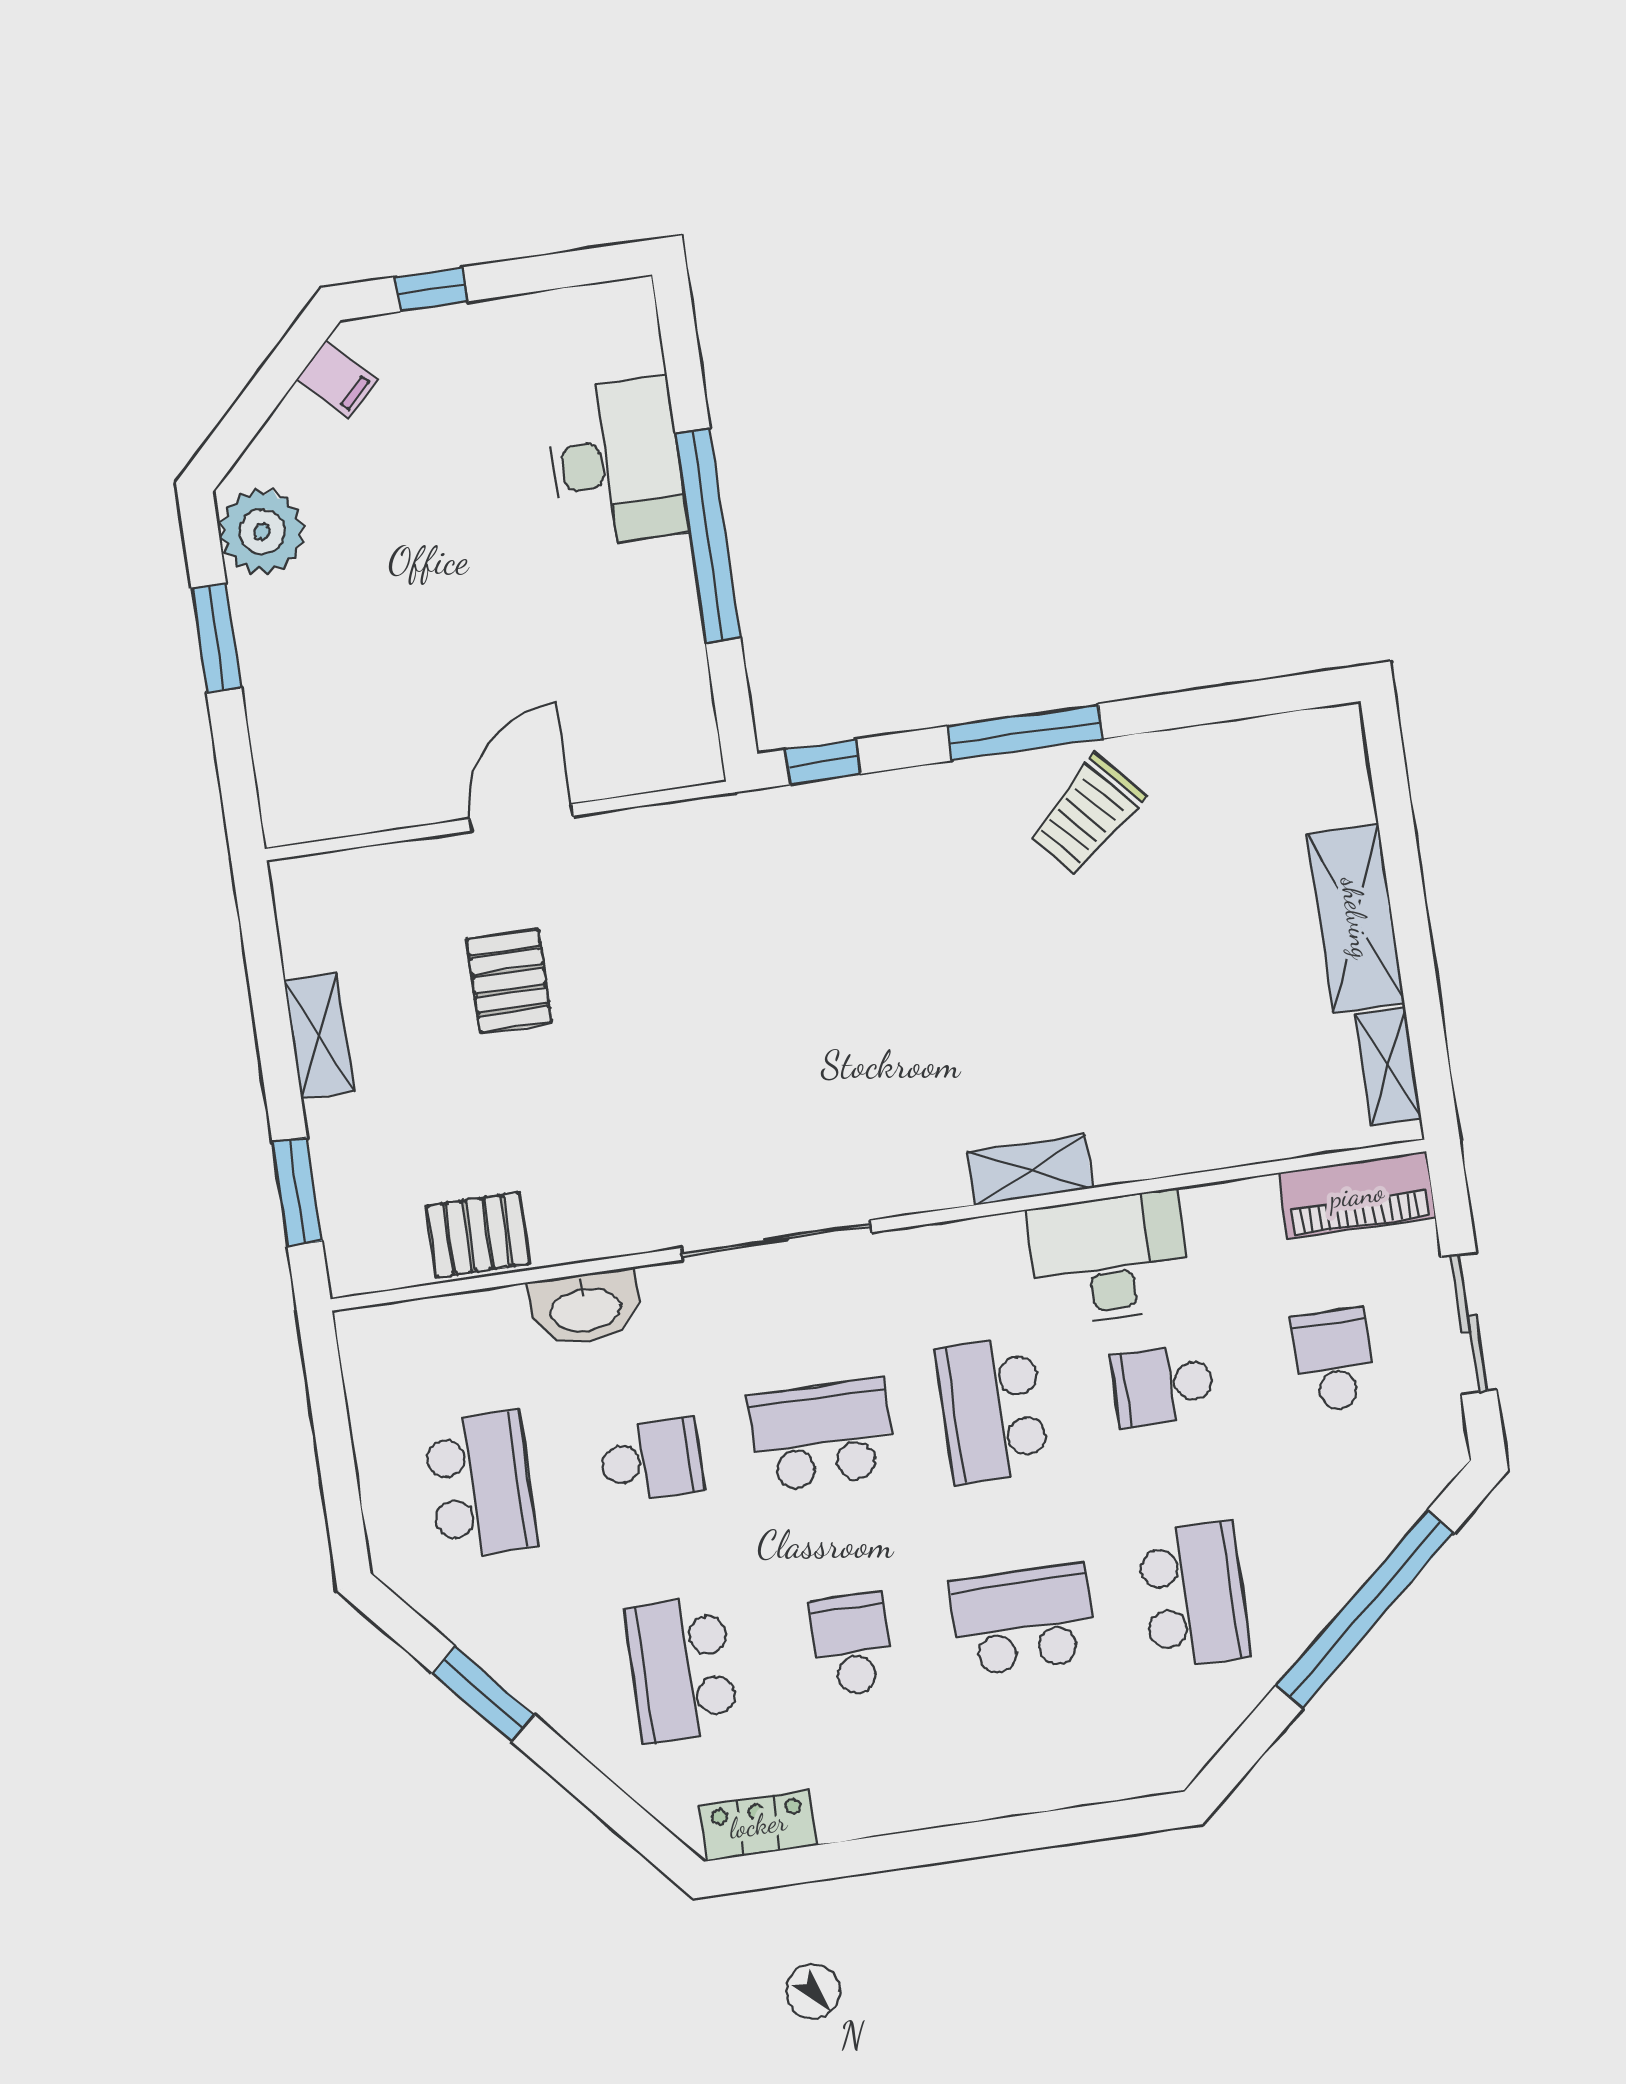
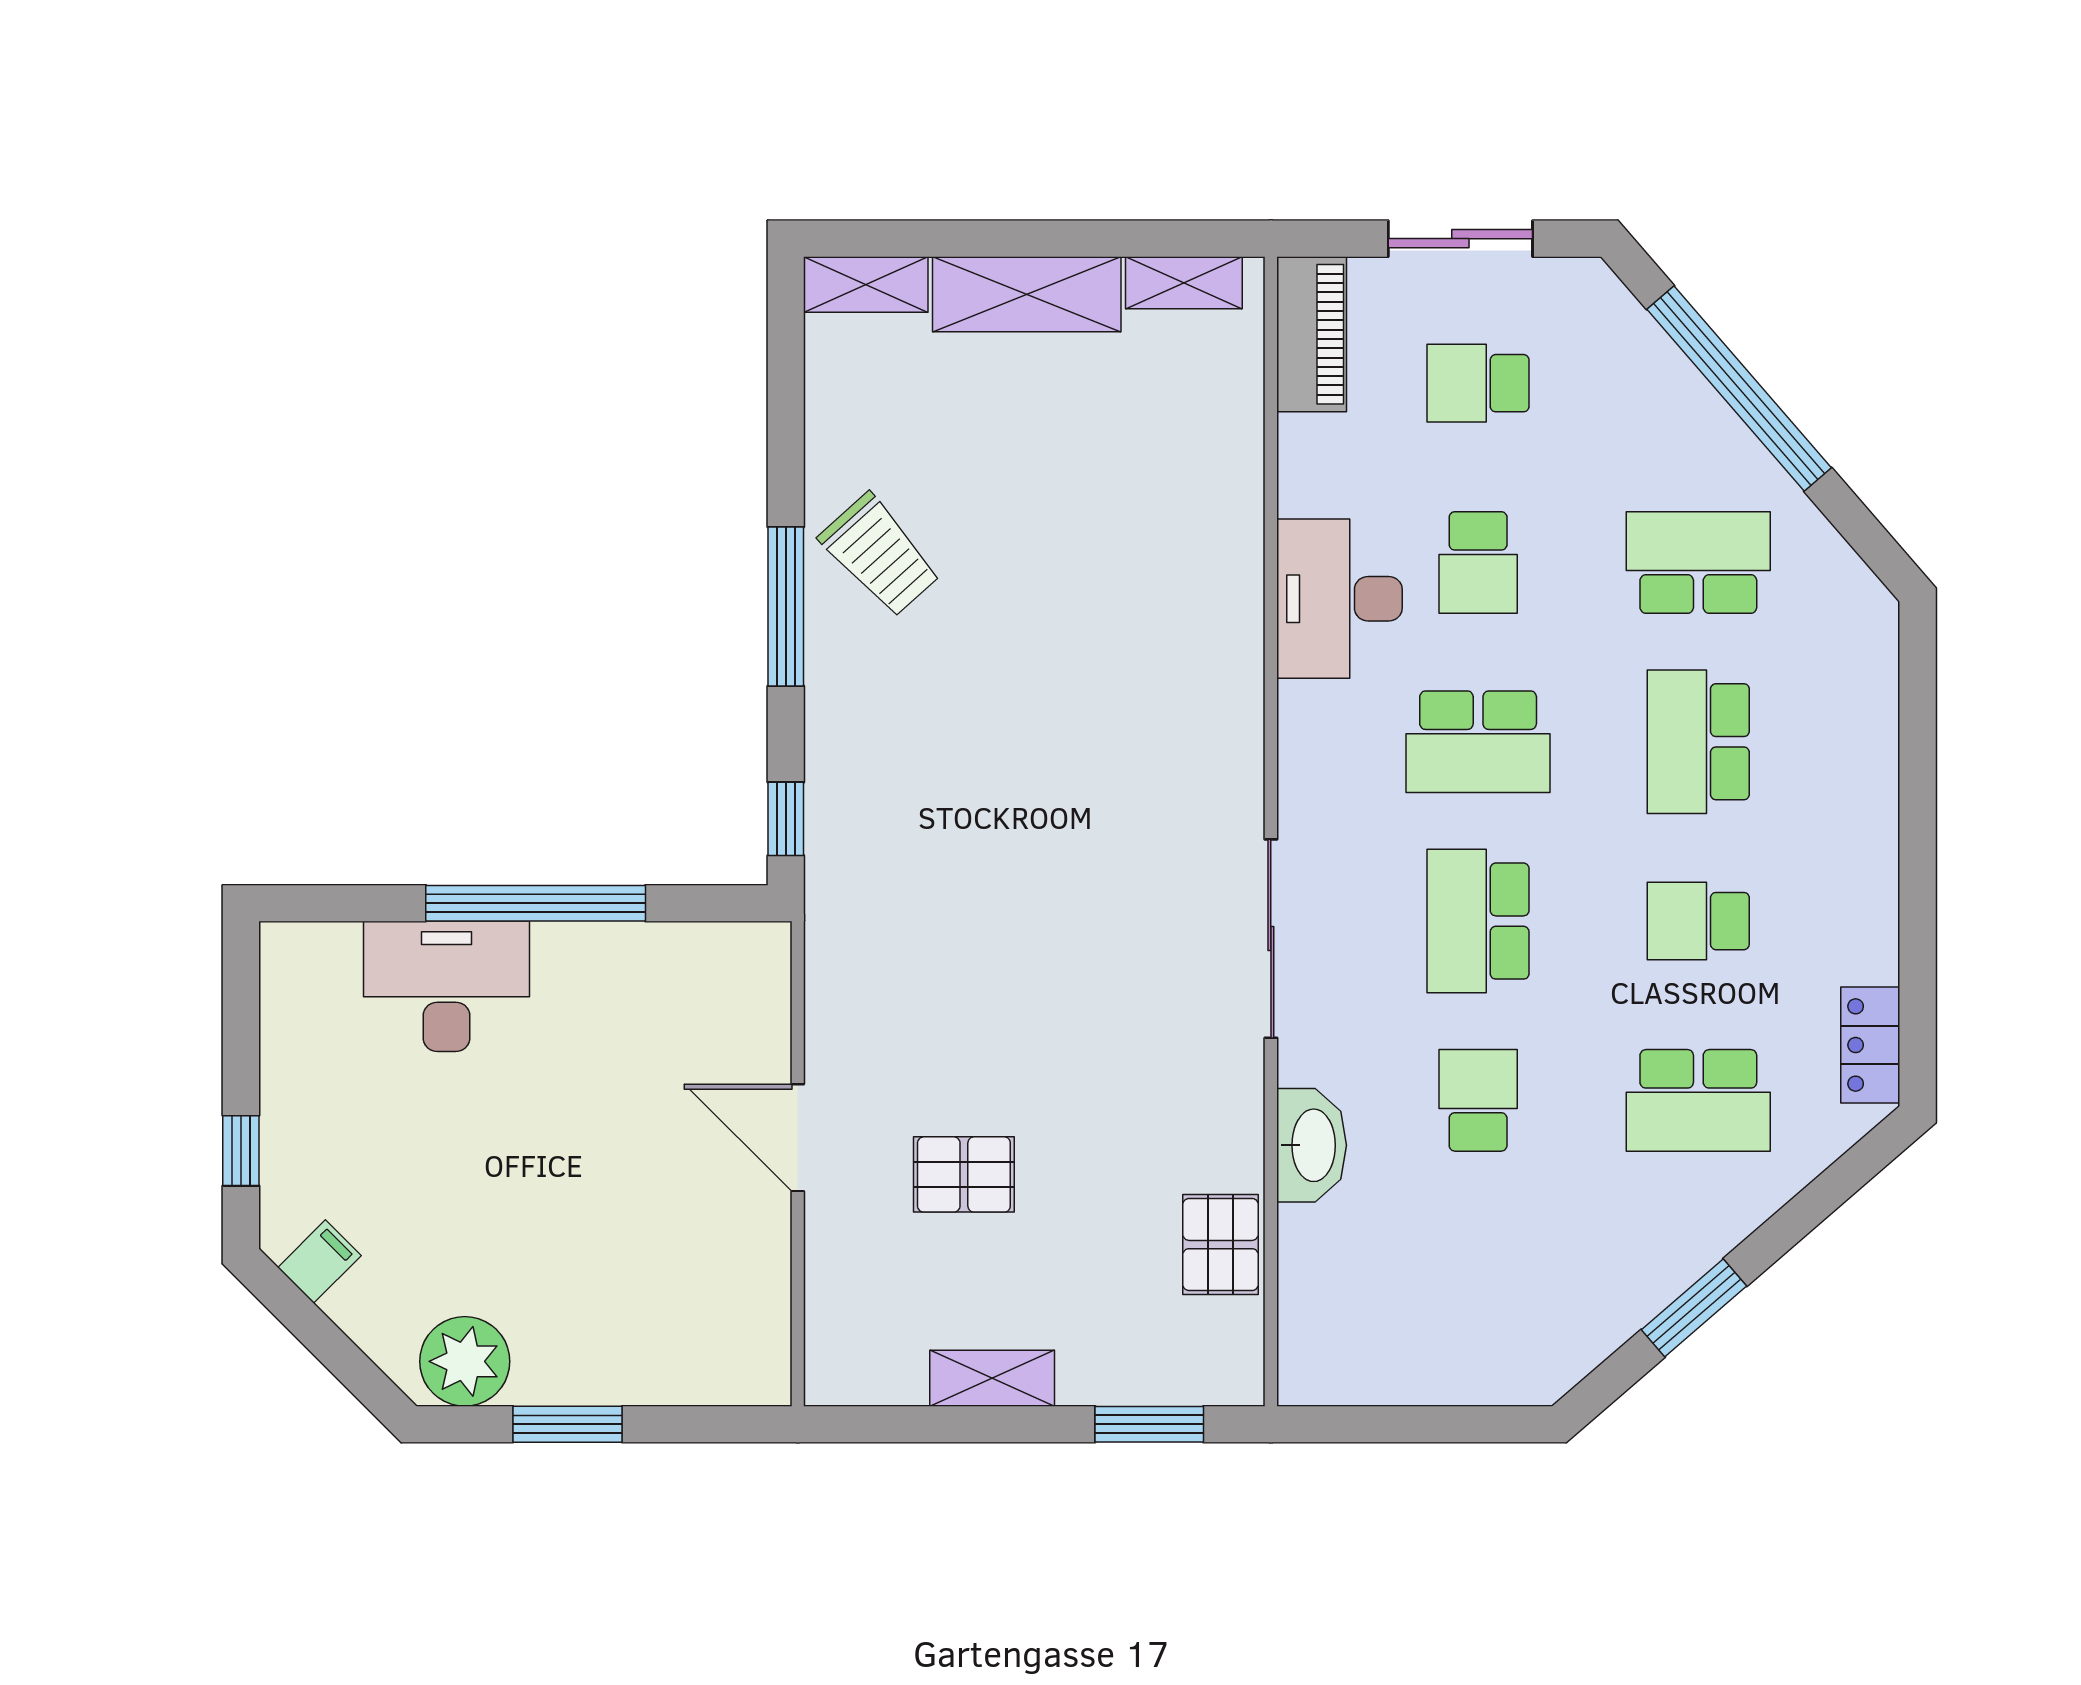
shelving: (1030, 1170) -> (866, 284), moved, turned 90
school desk: (480, 1485) -> (1478, 1280), removed

